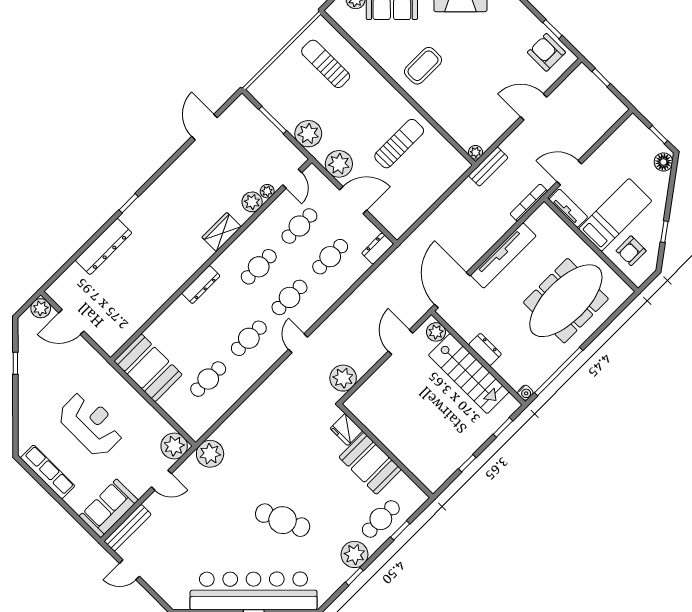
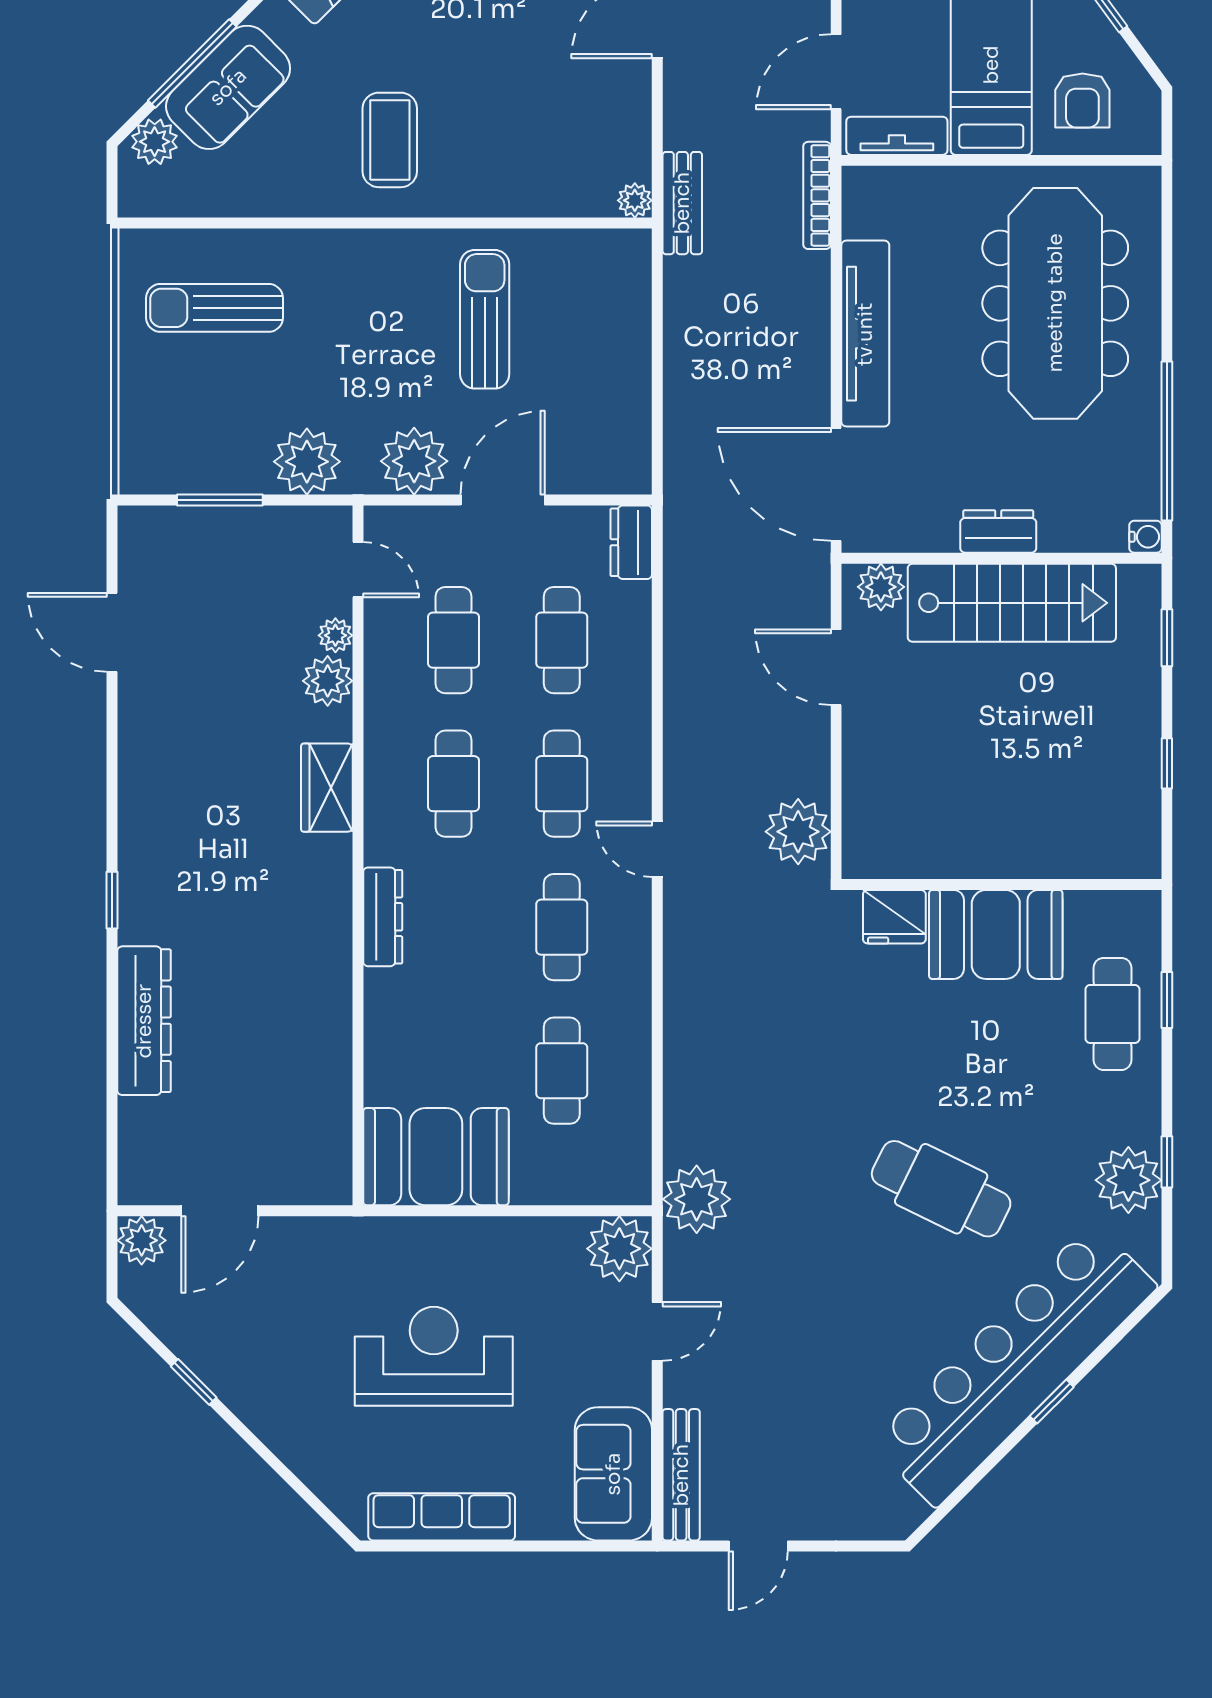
cafe table: (283, 520) -> (941, 1189), turned 50
plant: (354, 554) -> (1128, 1180), moved

